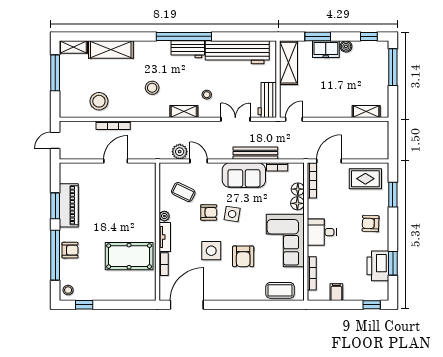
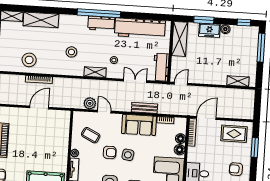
bench: (255, 153) -> (144, 108), width x0.73

